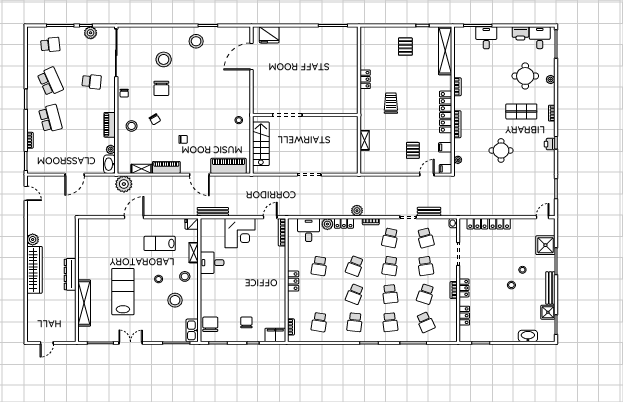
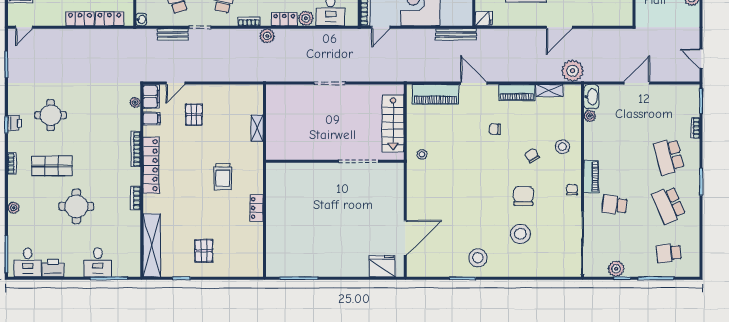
round table: (525, 76) -> (76, 206), moved
piano: (110, 125) -> (591, 177), moved
round table: (501, 150) -> (51, 115), moved
filing cabinet: (446, 169) -> (151, 97), width x2.00

